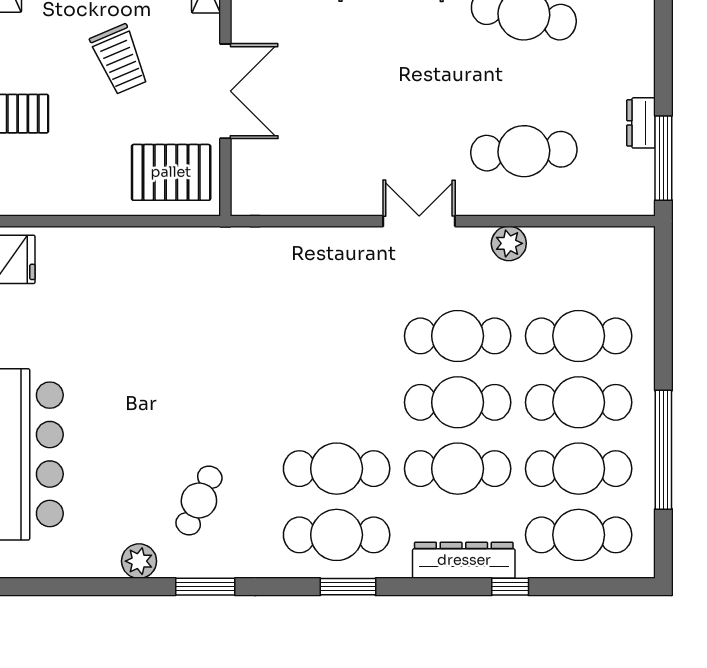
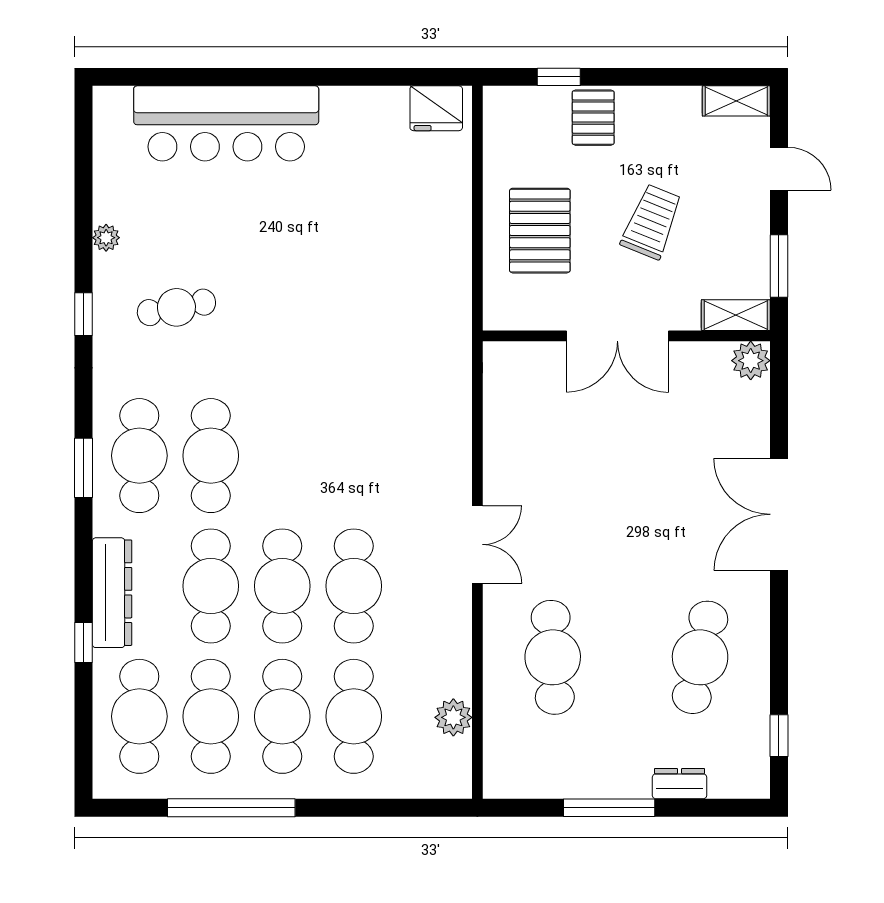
trolley: (119, 59) -> (652, 222), turned 135
dresser: (641, 123) -> (680, 784), moved
window: (663, 158) -> (609, 808), moved
pallet: (171, 172) -> (540, 231), moved
plant: (509, 243) -> (453, 717), moved
cafe table: (199, 500) -> (176, 307), turned -36
plant: (139, 561) -> (106, 238), width x0.73, depth x0.73
window: (205, 587) -> (84, 314), width x0.67

